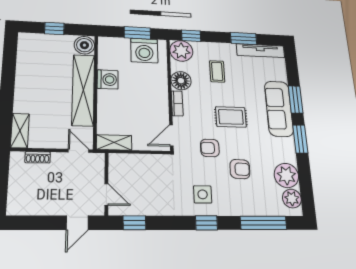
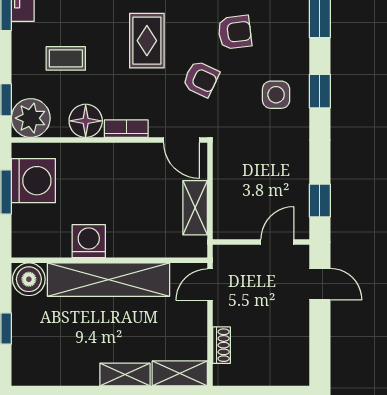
shelving: (21, 97) -> (125, 375), added
shelving: (114, 142) -> (195, 208), moved
armchair: (210, 148) -> (201, 79), turned -65
armchair: (240, 169) -> (235, 32), turned 80

